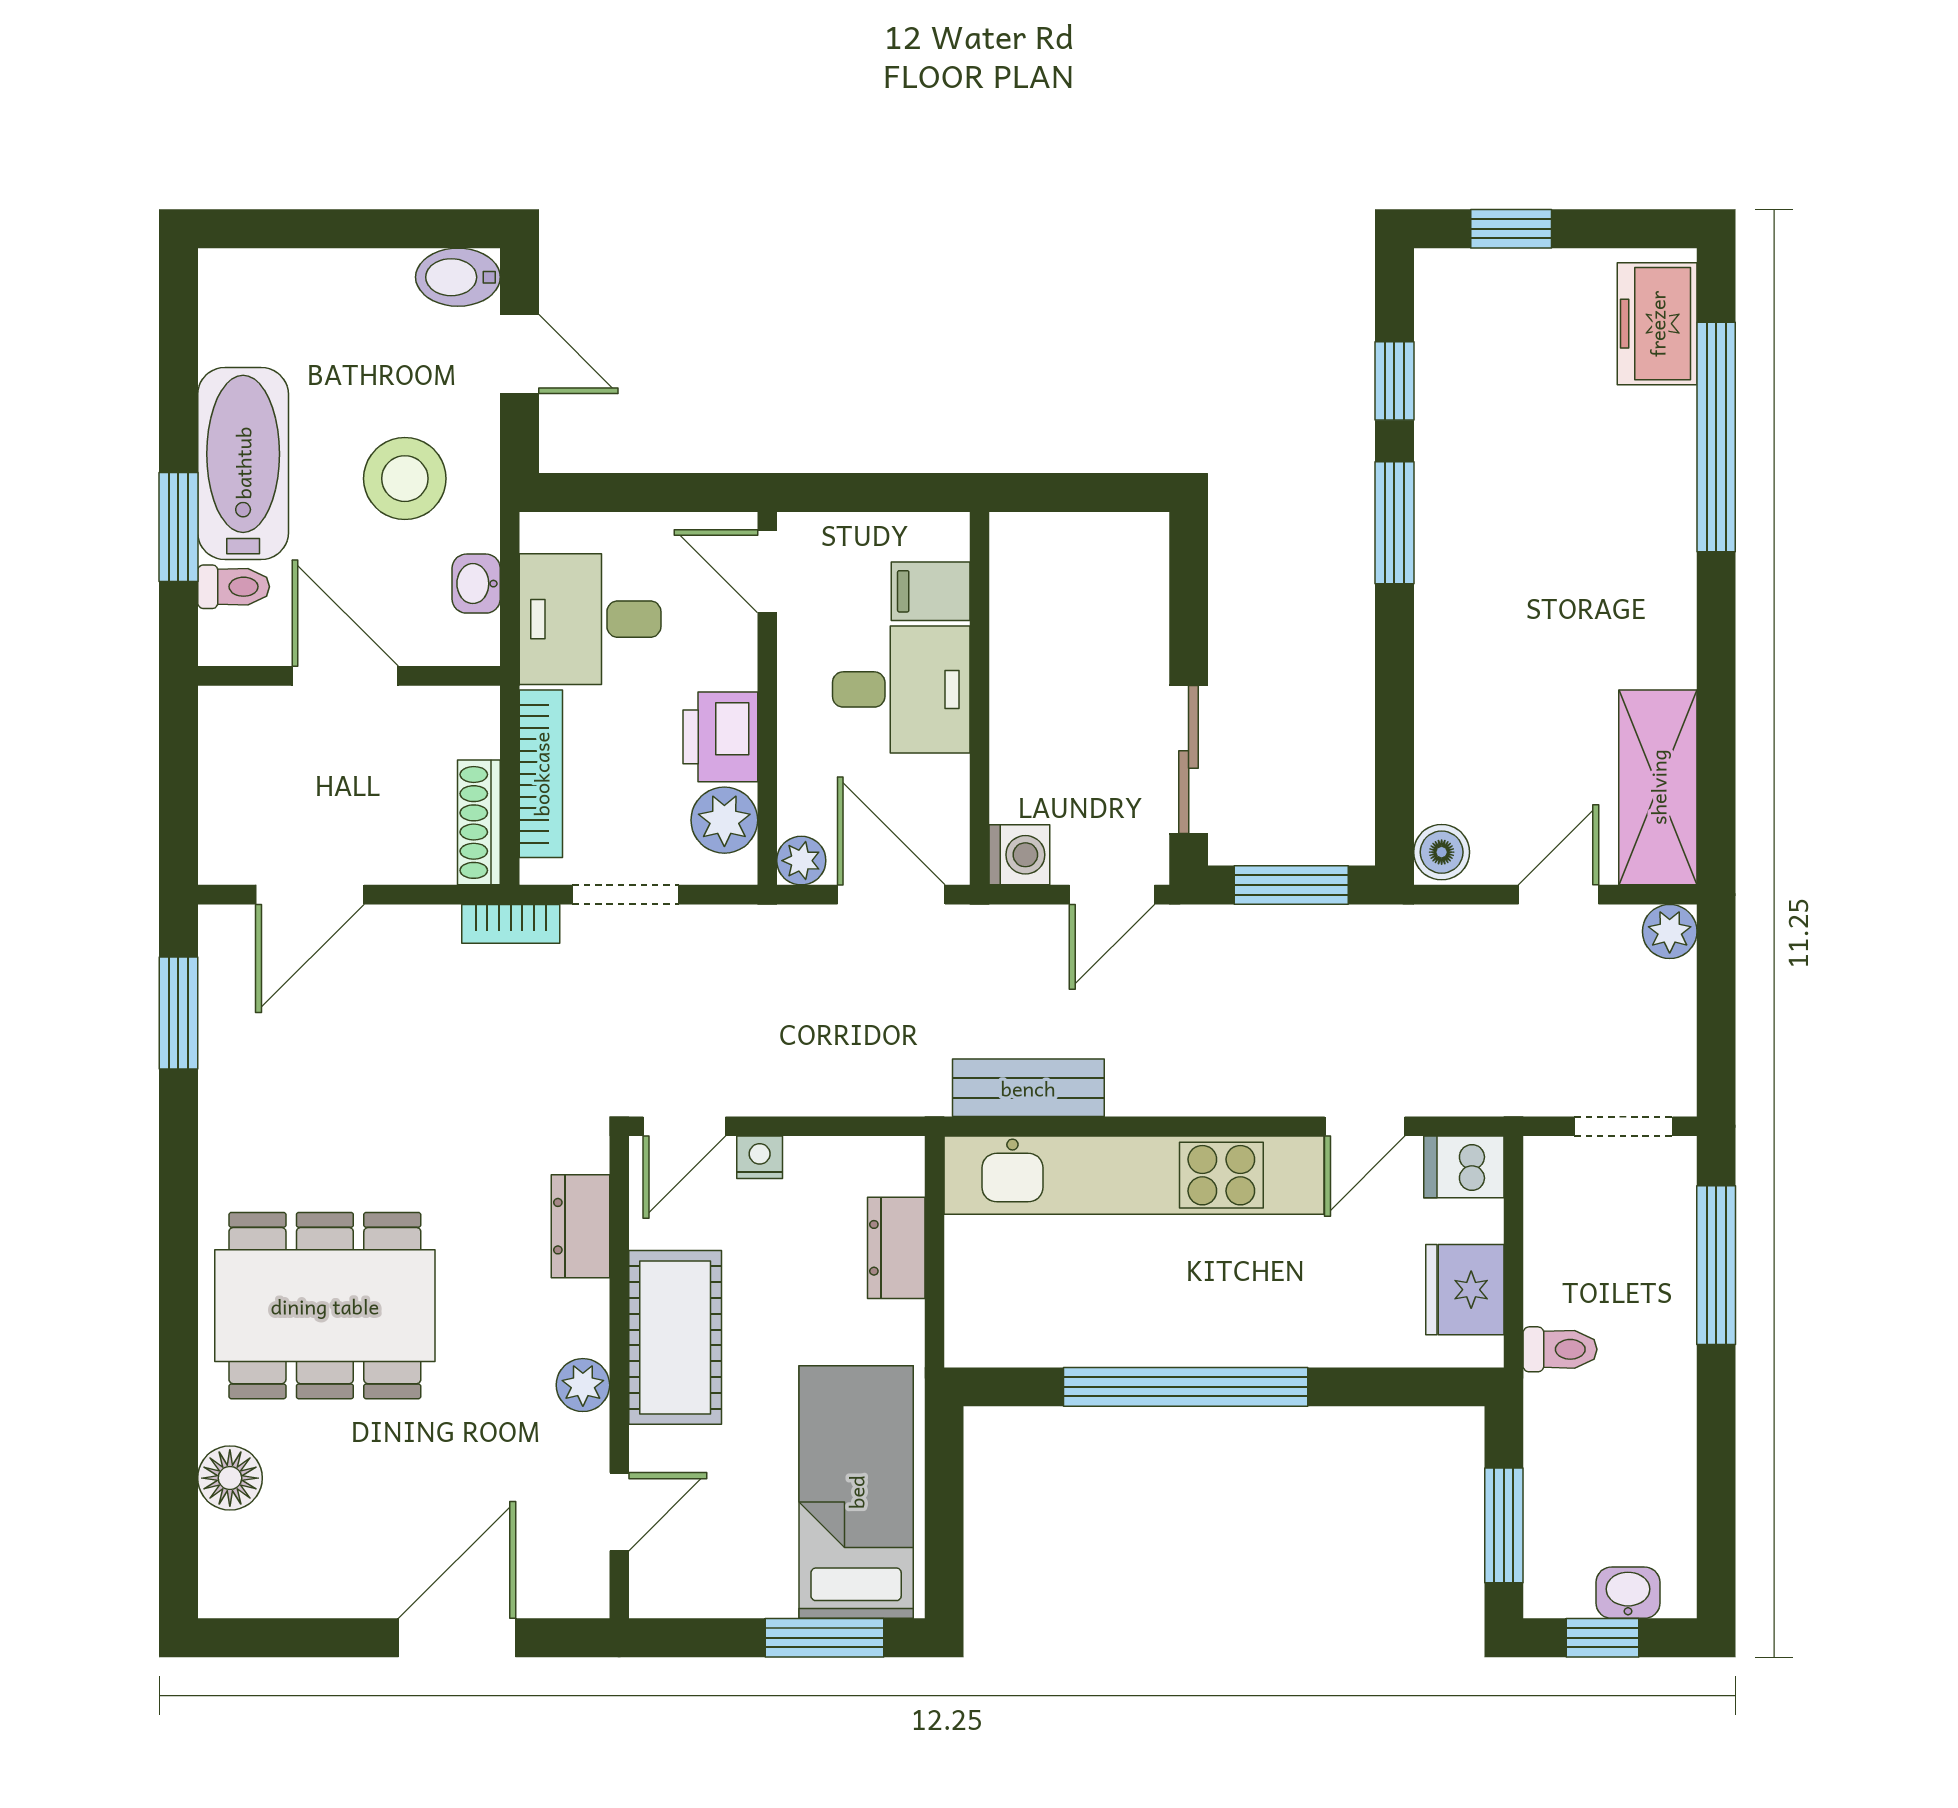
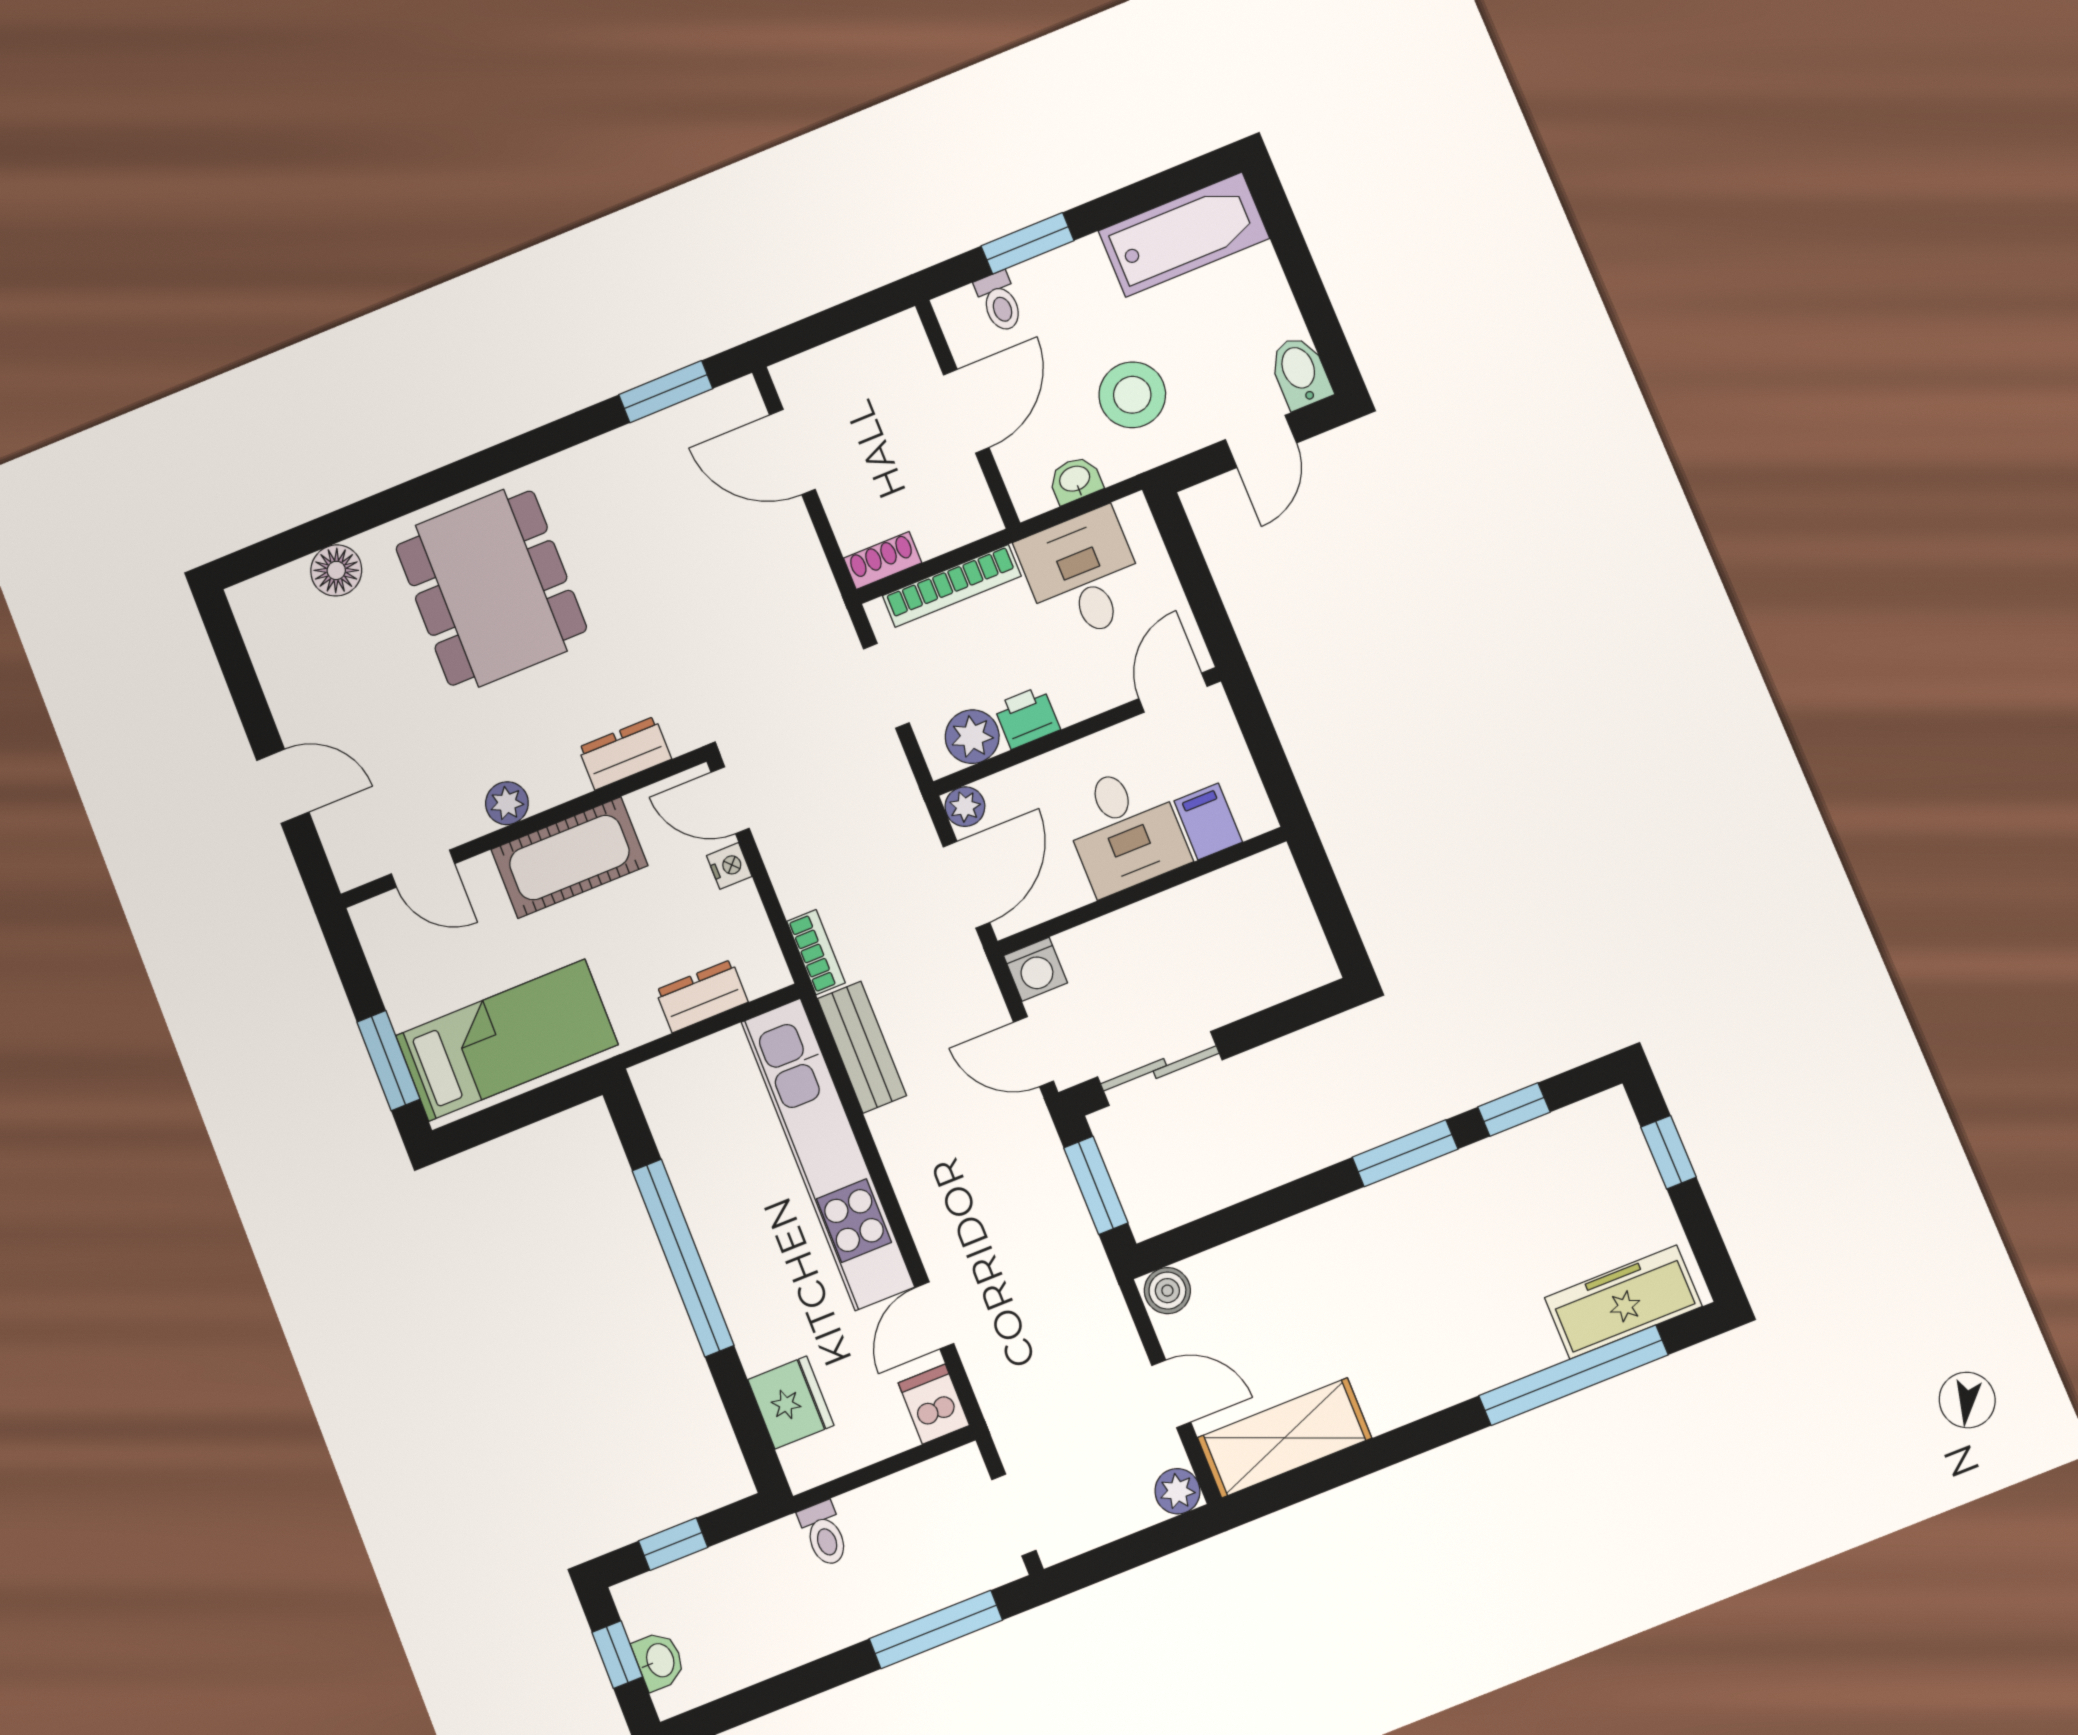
freezer: (1657, 324) -> (1623, 1302), width x1.40
bathtub: (243, 463) -> (1184, 235), moved
printer: (720, 737) -> (1027, 717), width x0.73, depth x0.81
shoe rack: (479, 822) -> (883, 560), width x0.70
bookcase: (511, 924) -> (816, 952), moved, turned 180
door: (1365, 1126) -> (935, 1315), hinge flipped
fridge: (1465, 1290) -> (791, 1403), moved, turned 90
window: (1504, 1525) -> (673, 1544), width x0.67
door: (457, 1638) -> (283, 786), width x0.73

